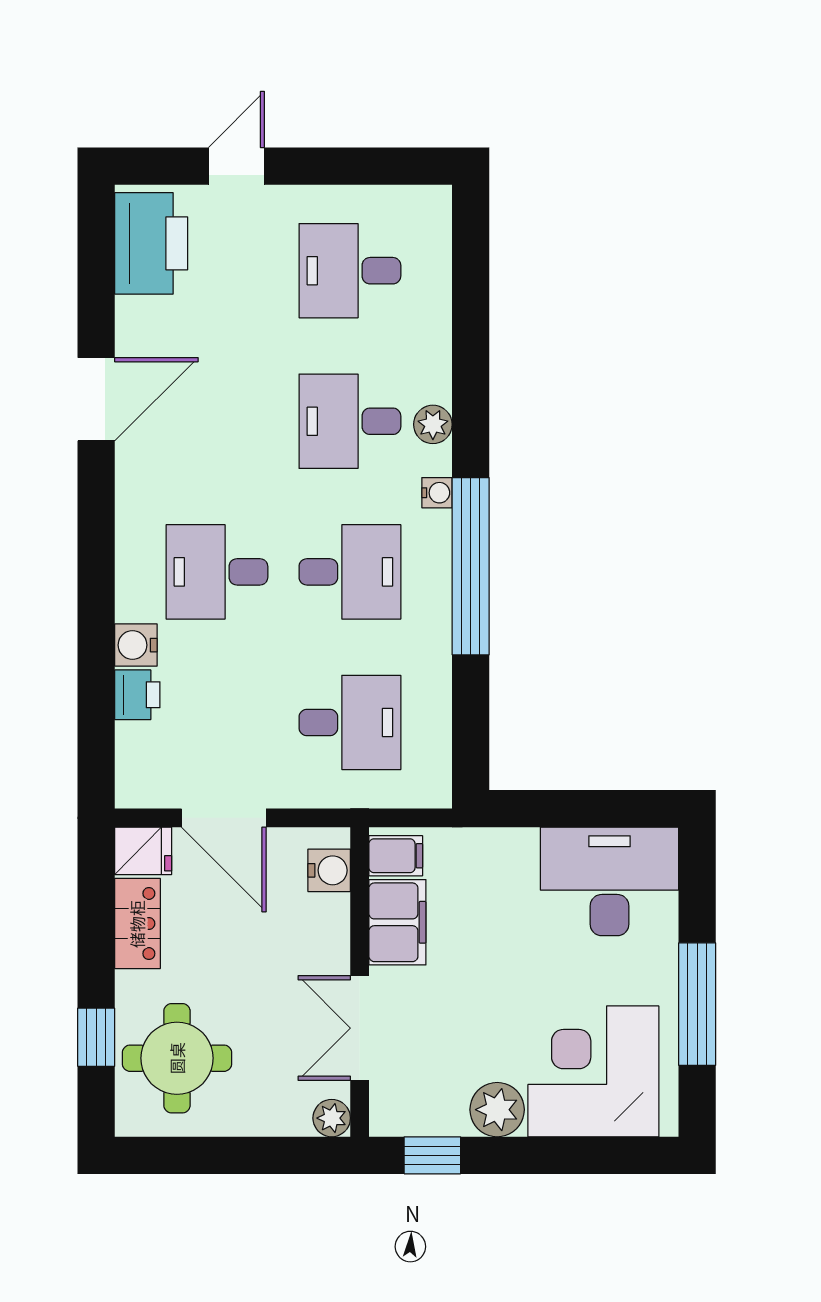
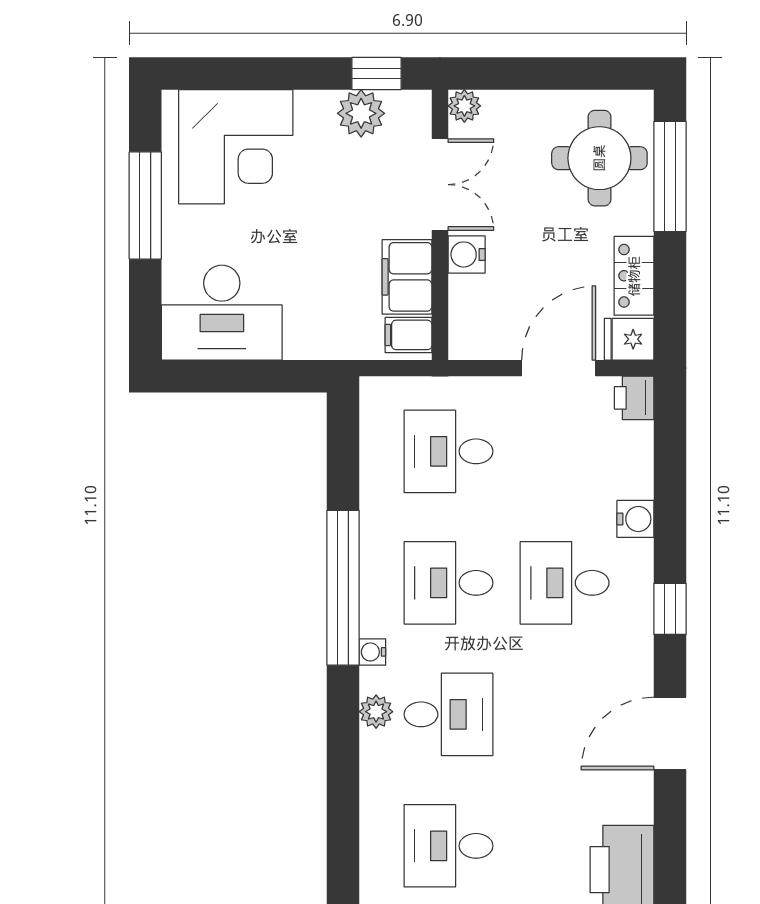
desk: (350, 271) -> (448, 846), turned 180
window: (96, 542) -> (670, 609), added
desk: (217, 572) -> (565, 583), turned 180
printer: (137, 695) -> (634, 398), moved
door: (224, 818) -> (559, 368), hinge flipped
water cooler: (329, 870) -> (467, 254), moved
window: (96, 1037) -> (670, 177), width x2.17
plant: (497, 1110) -> (361, 113), moved

